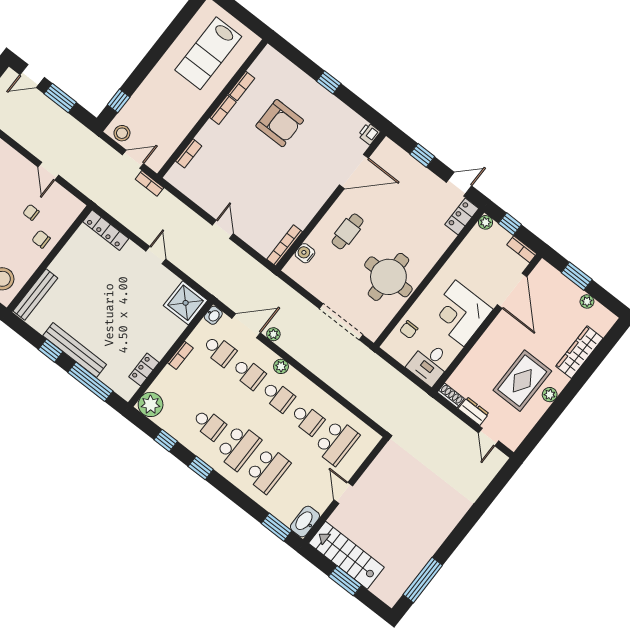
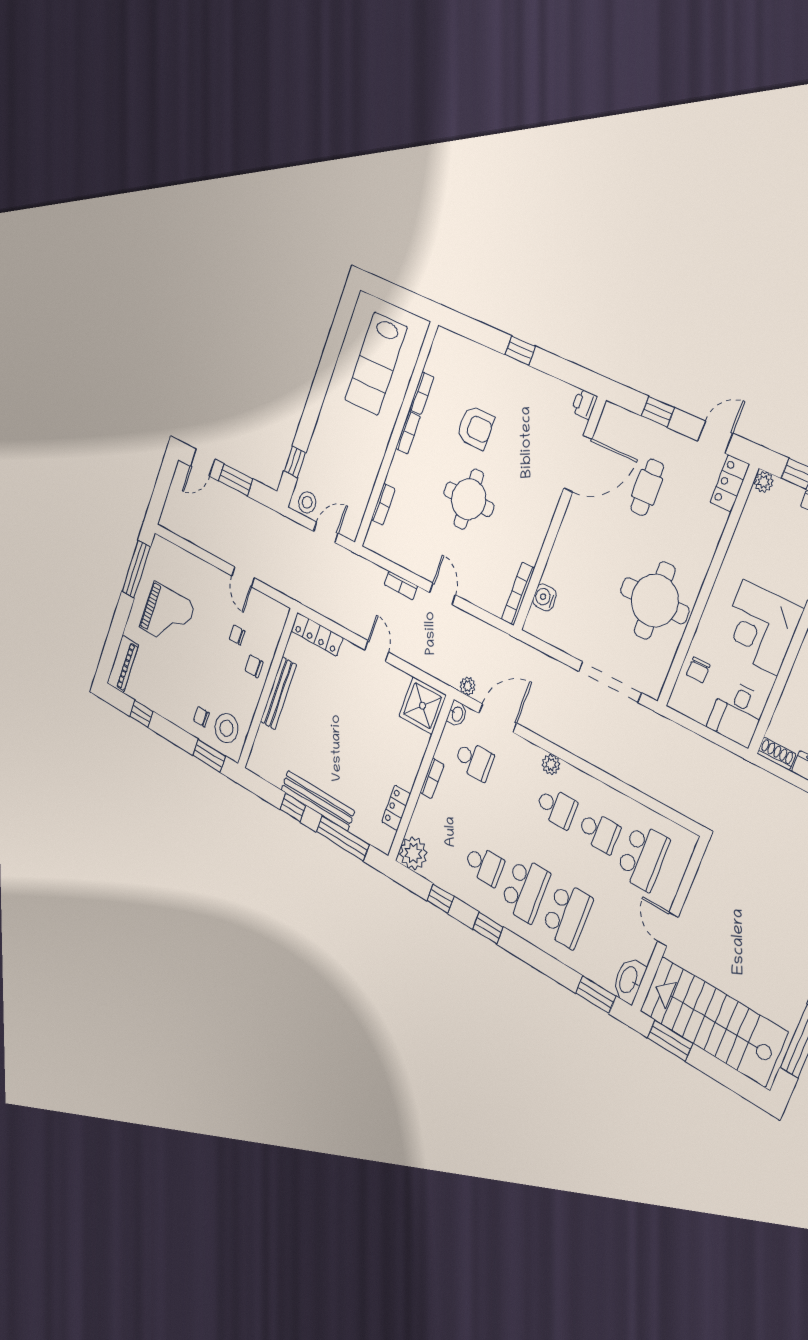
armchair: (280, 123) -> (475, 427), width x0.73, depth x0.73
round table: (261, 170) -> (469, 499), added
bookcase: (149, 183) -> (401, 585), moved
cafe table: (348, 231) -> (647, 487), moved
bench: (35, 295) -> (278, 693), moved
plant: (273, 334) -> (468, 686), moved
school desk: (249, 373) -> (515, 784), removed
stairs: (346, 555) -> (713, 1021), width x1.36, depth x1.51
window: (345, 581) -> (670, 1041), moved

